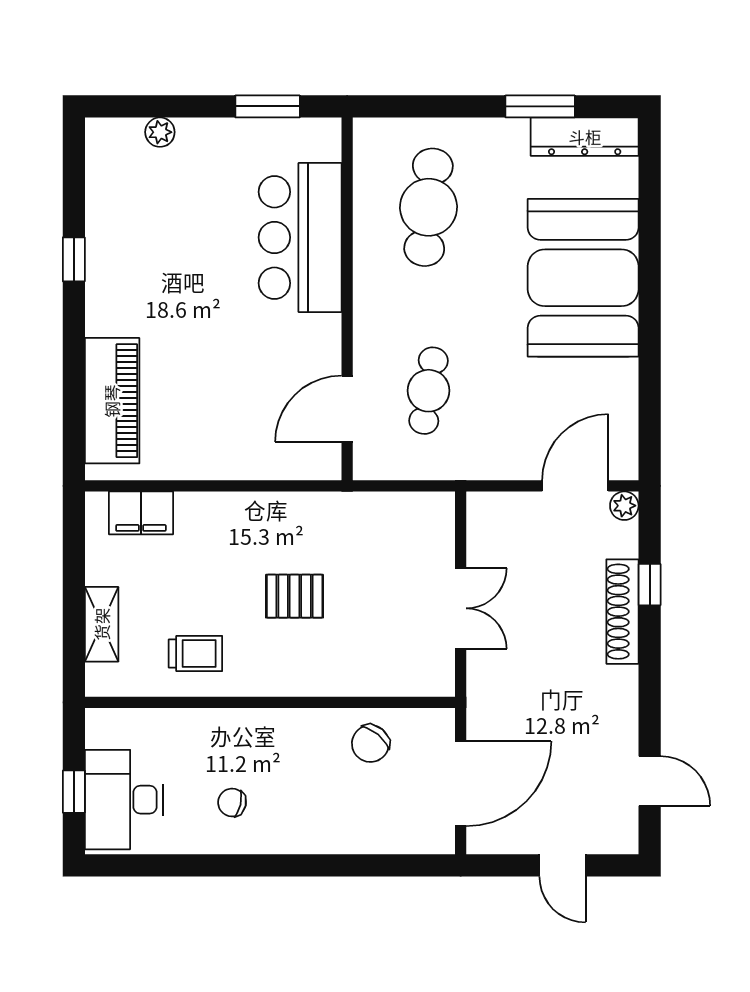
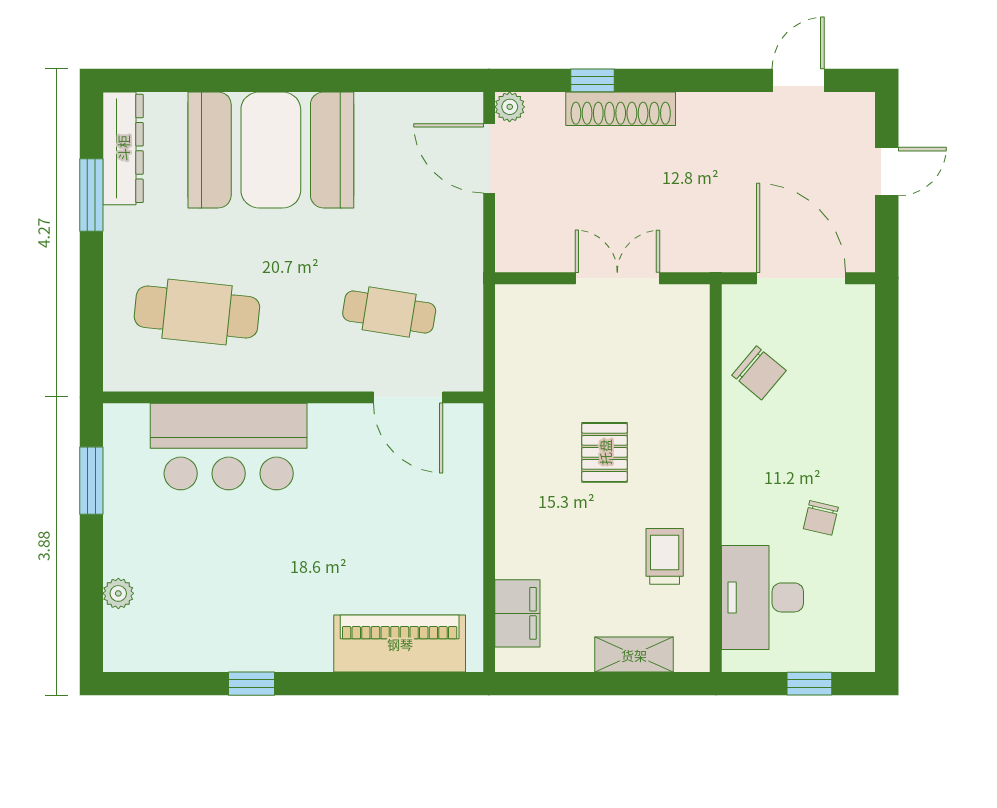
desk: (124, 800) -> (762, 597), moved, turned 90

